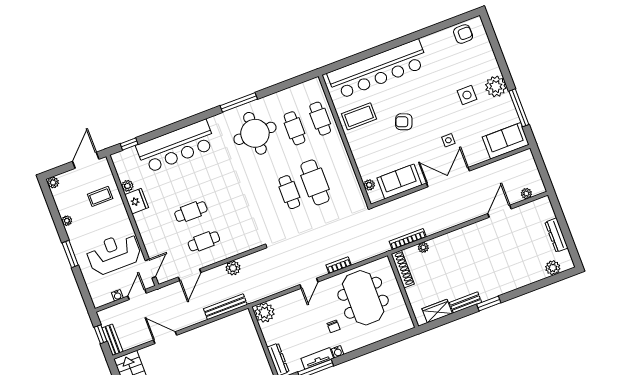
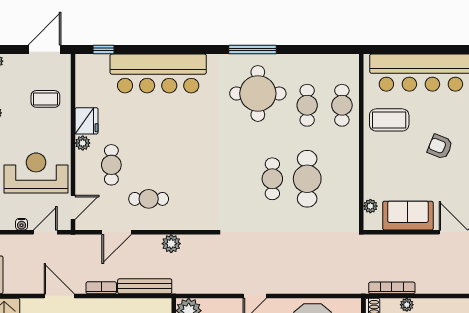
plant: (127, 186) -> (83, 143), moved
cafe table: (191, 212) -> (111, 165), moved, turned 90
bookcase: (339, 265) -> (101, 288), moved

